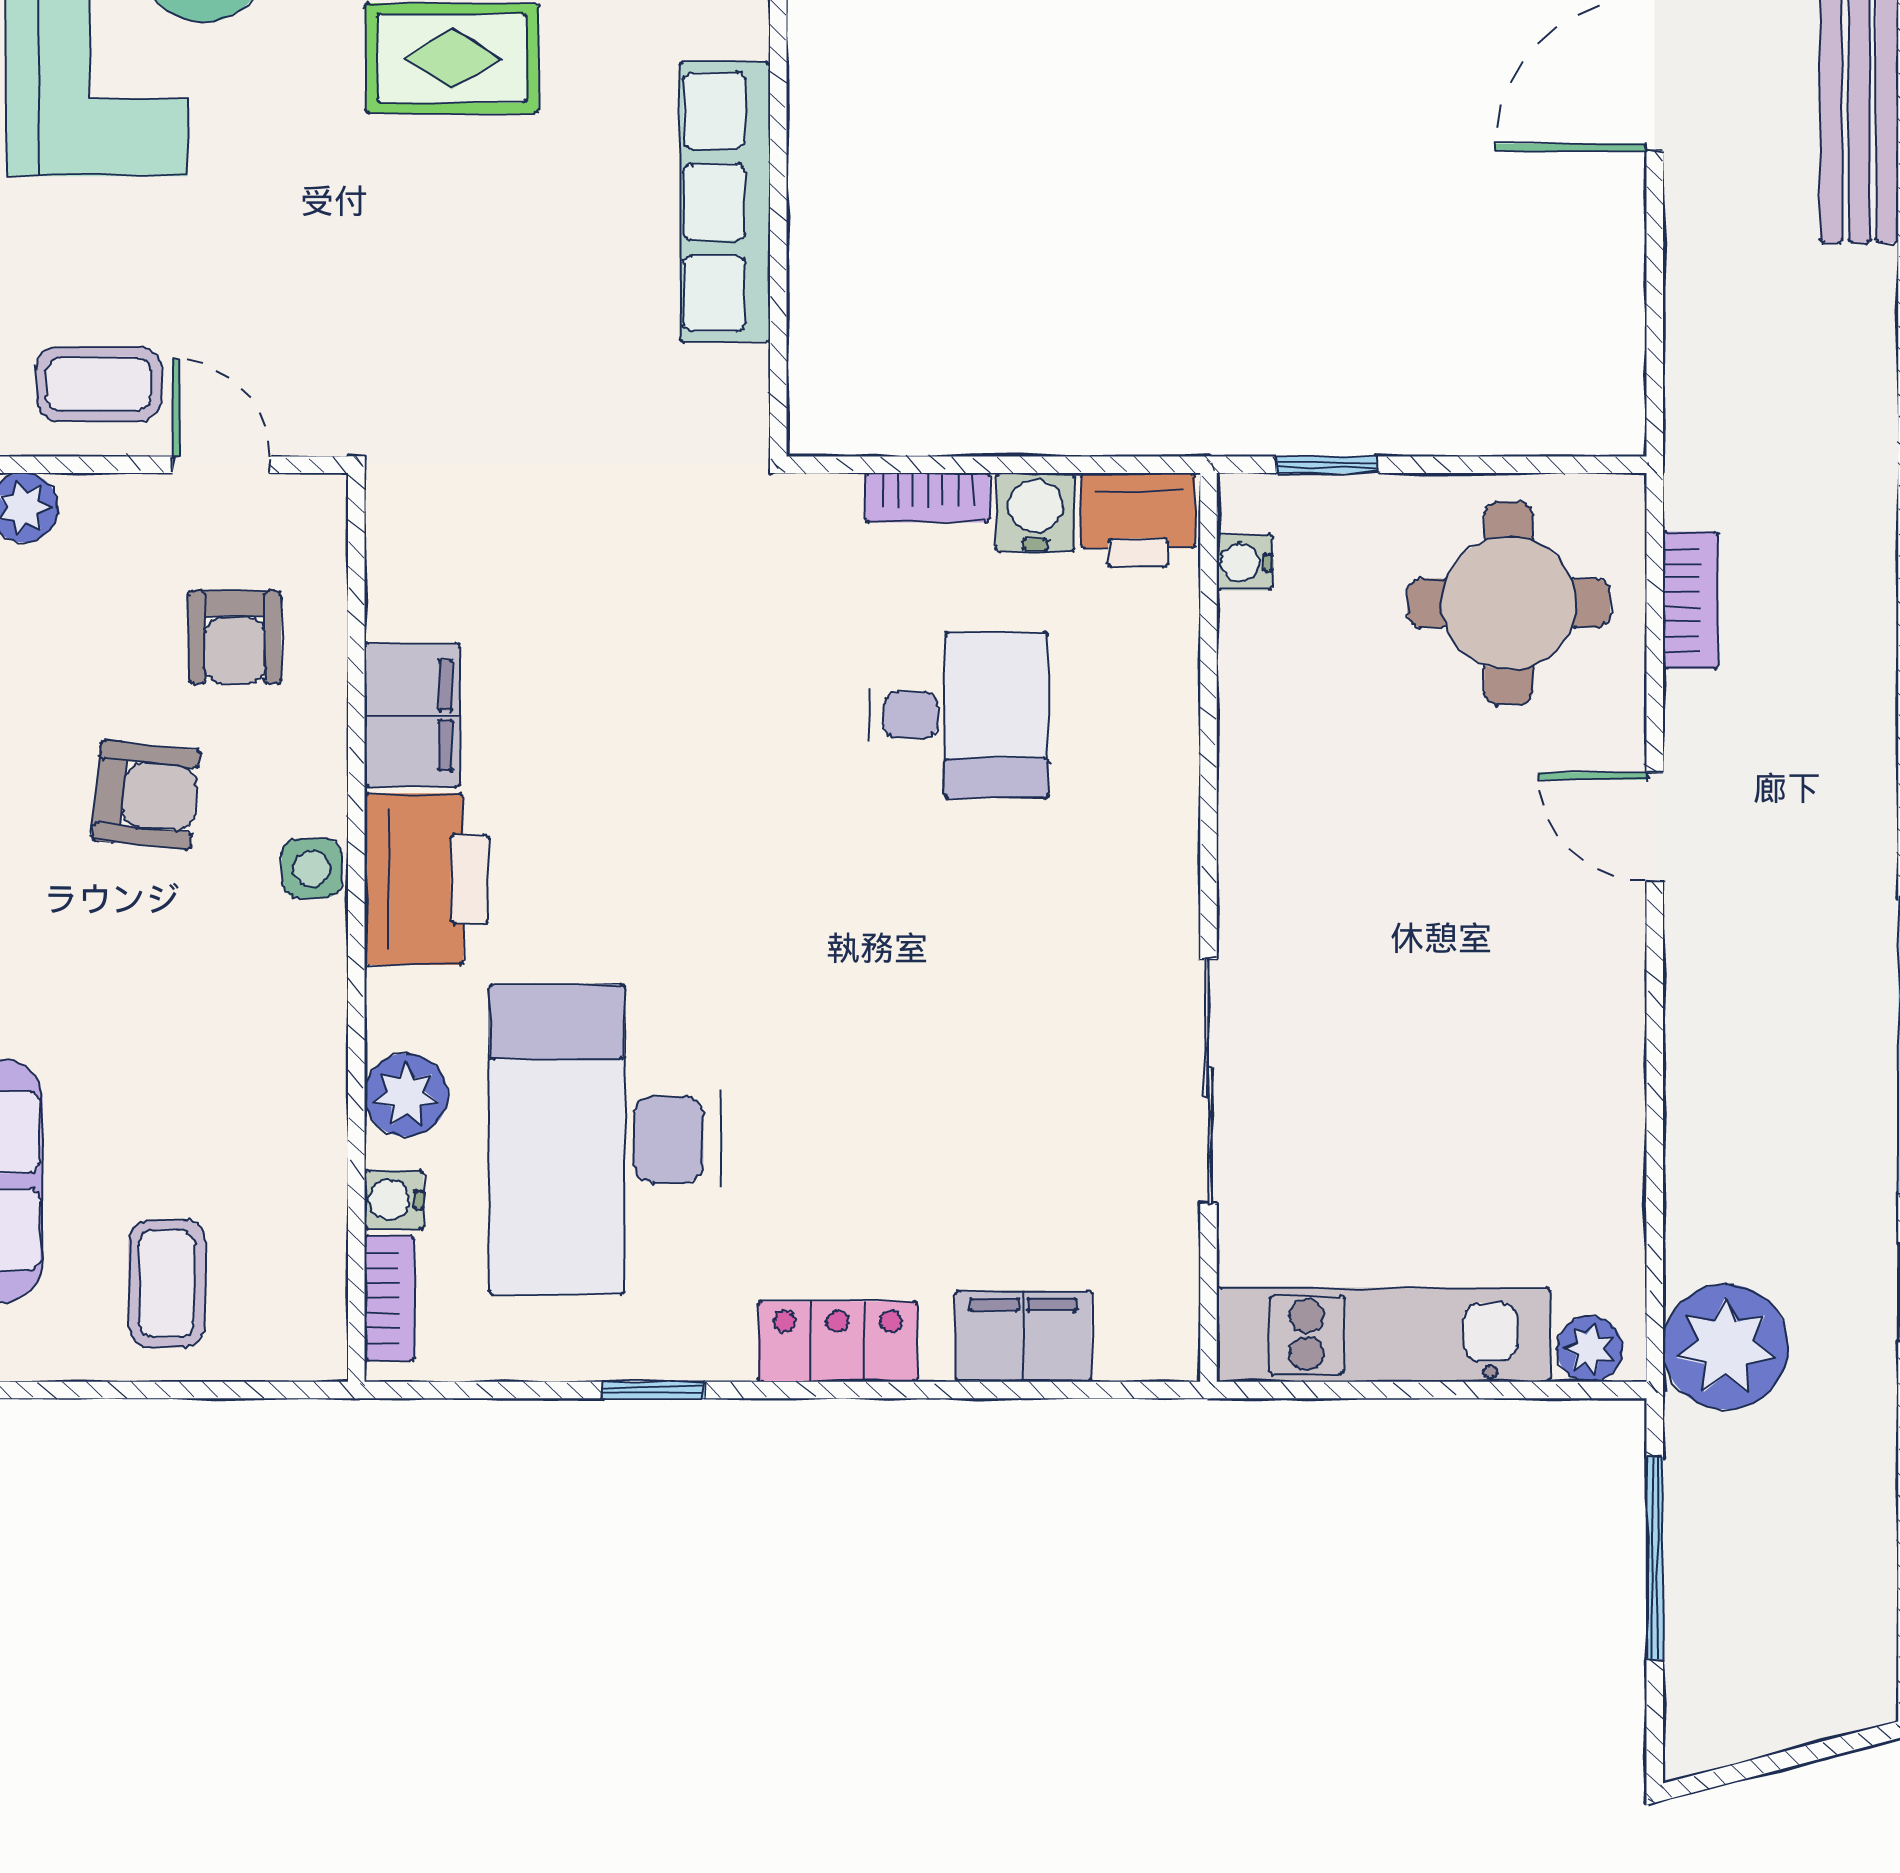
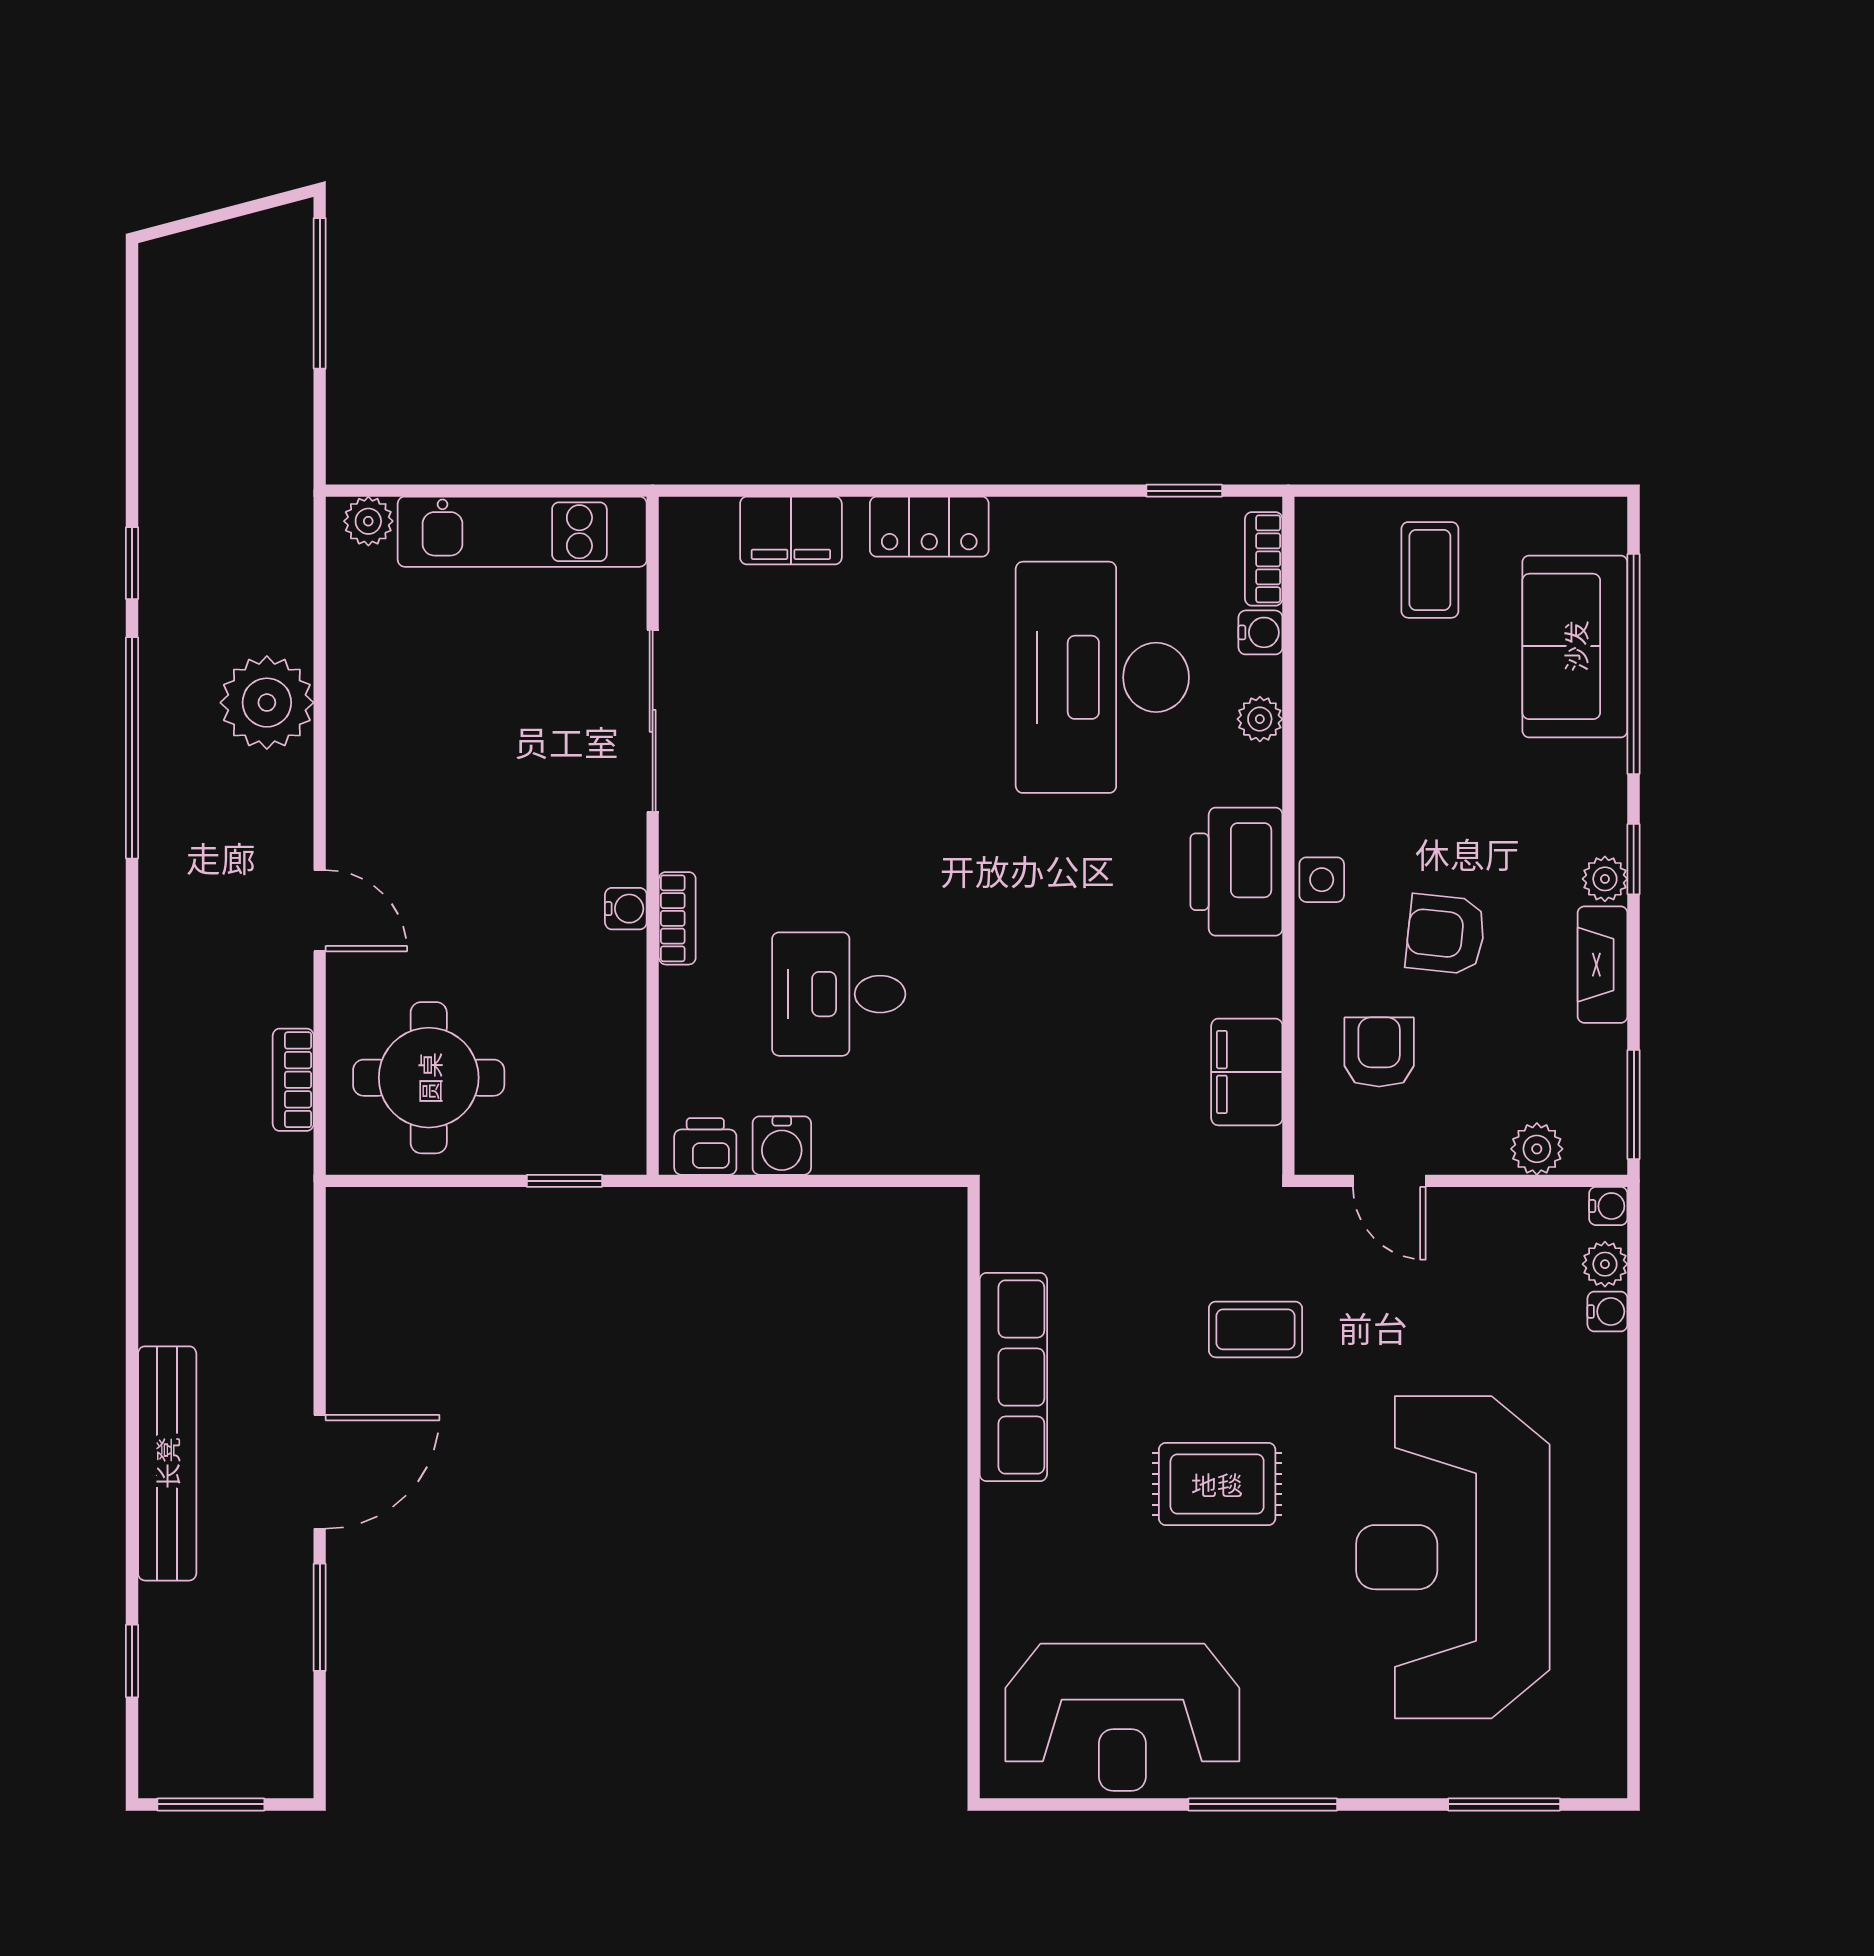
coffee table: (99, 384) -> (1255, 1329), moved
bookcase: (928, 498) -> (677, 918), moved, turned 90
printer: (1138, 520) -> (705, 1146), width x0.73, depth x0.81
water cooler: (1244, 563) -> (626, 909), moved
filing cabinet: (412, 715) -> (1247, 1072), moved
plant: (406, 1095) -> (1260, 719), width x0.73, depth x0.73
desk: (606, 1140) -> (1102, 677), turned 180
plant: (1726, 1347) -> (267, 703), moved
window: (654, 1390) -> (1184, 491), moved
window: (1655, 1558) -> (320, 293), moved

